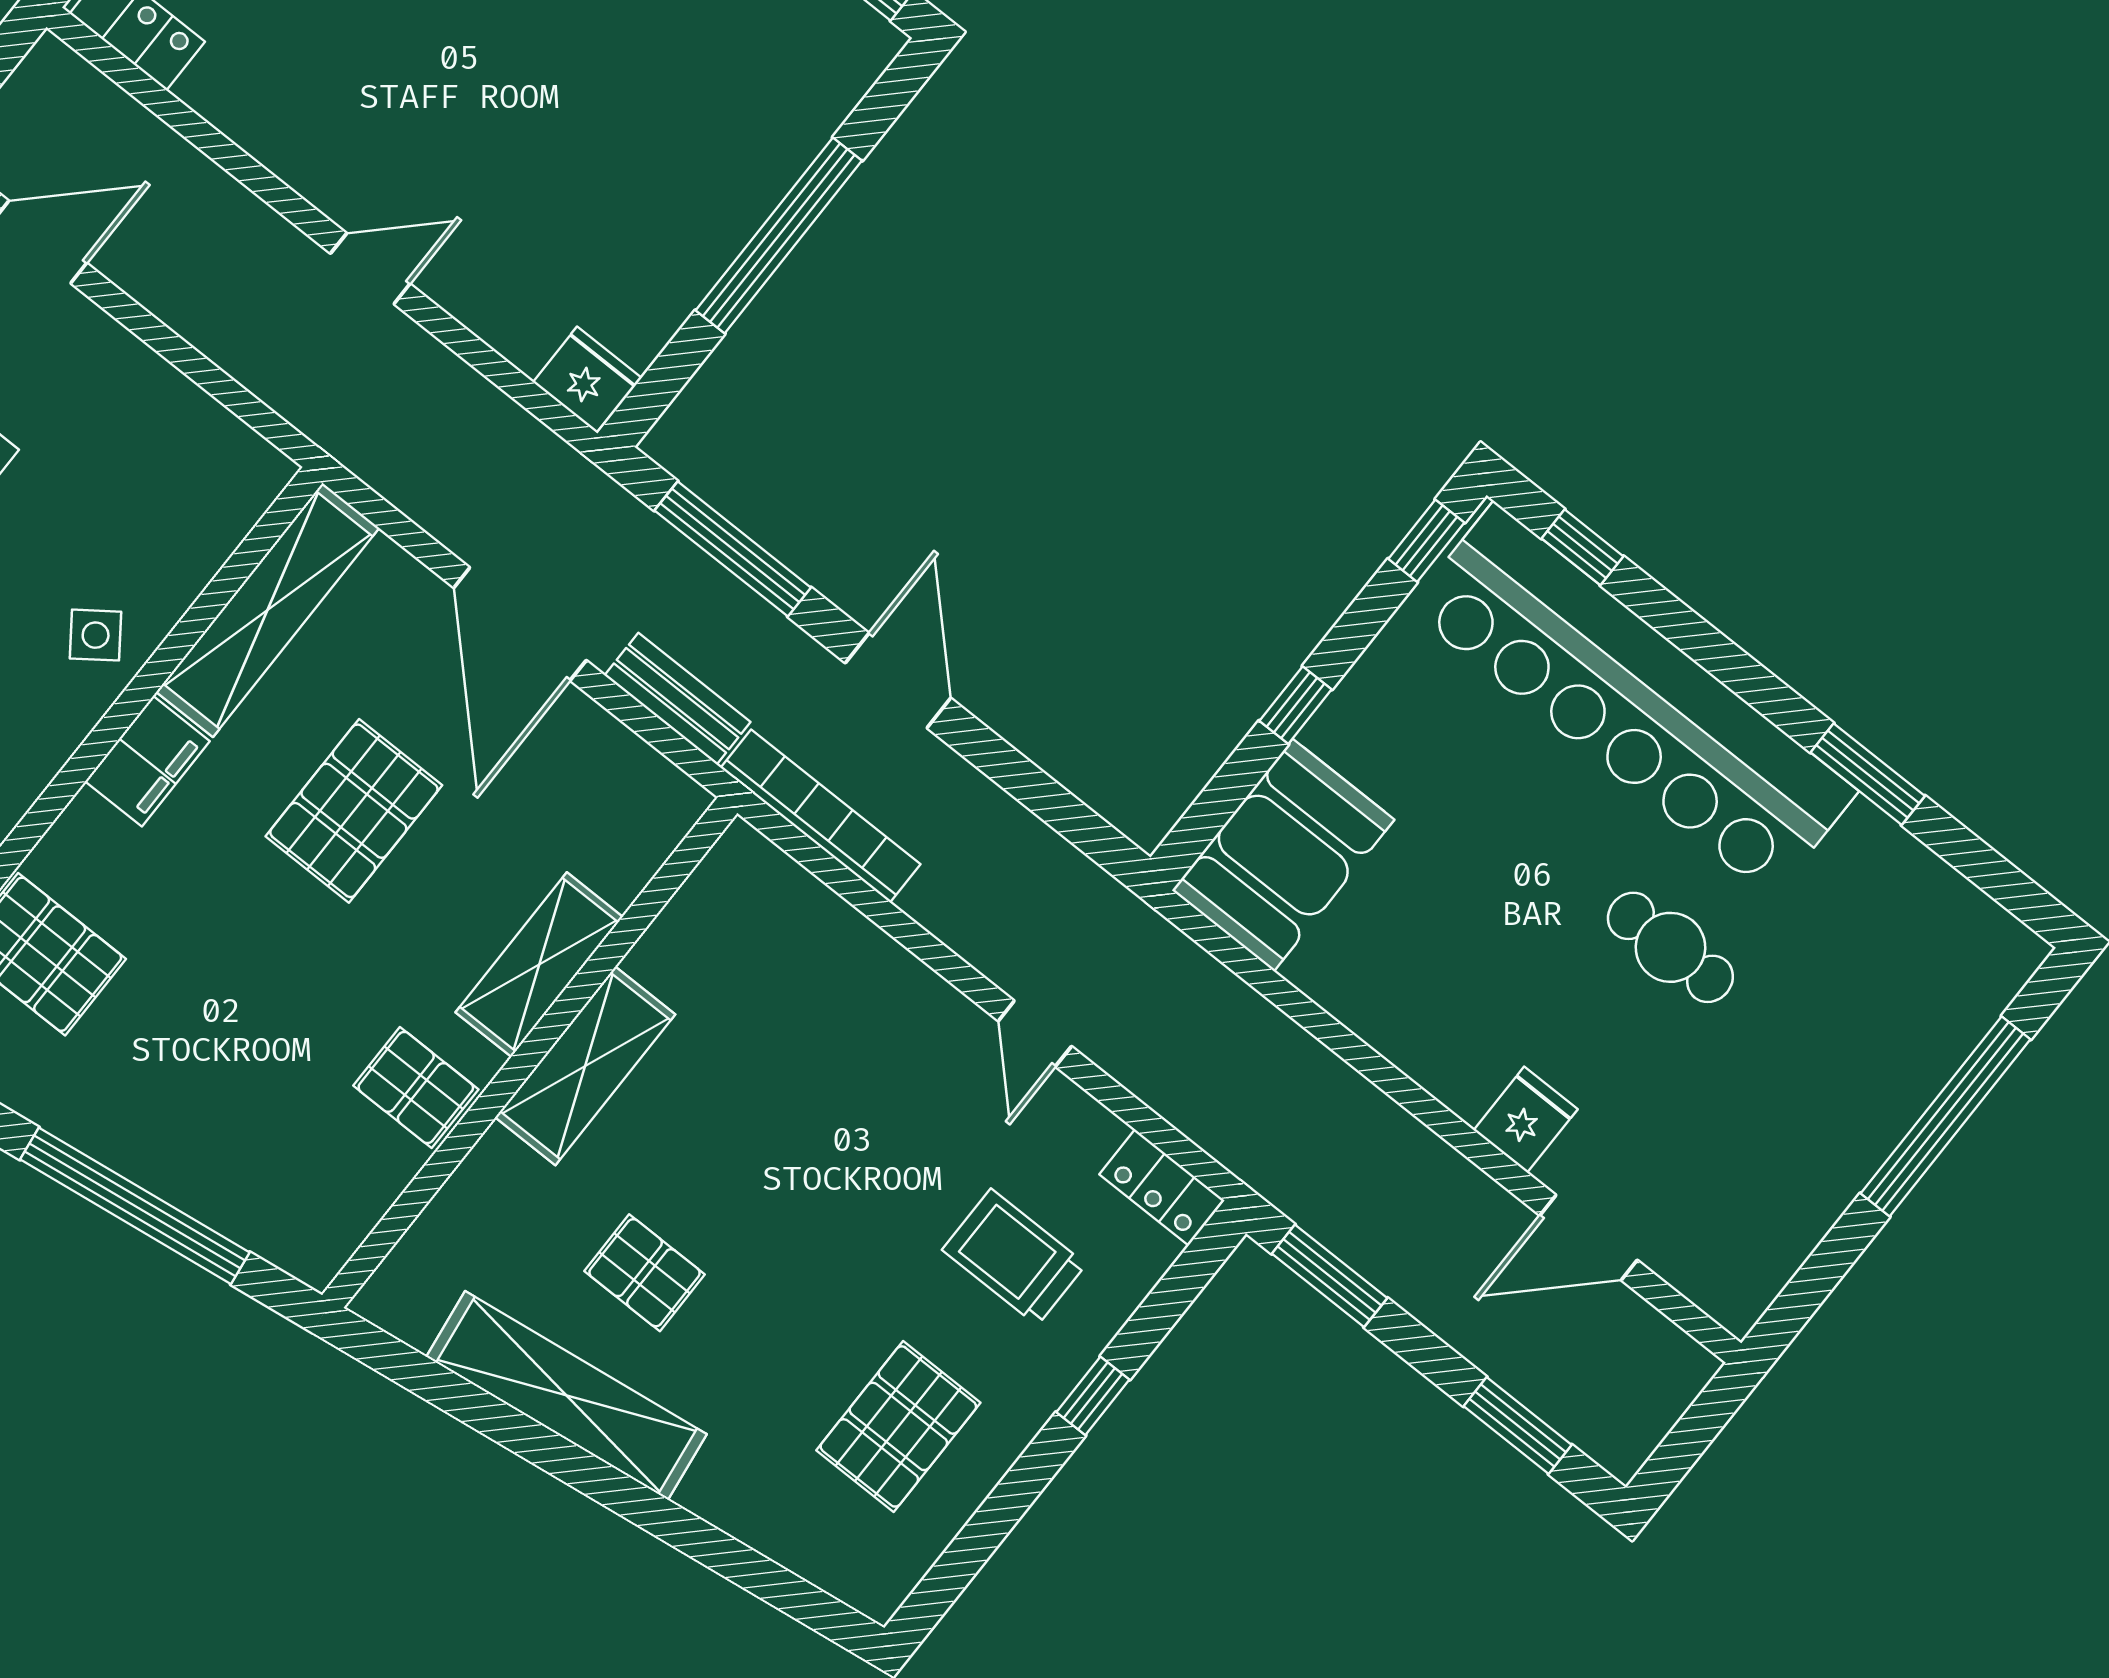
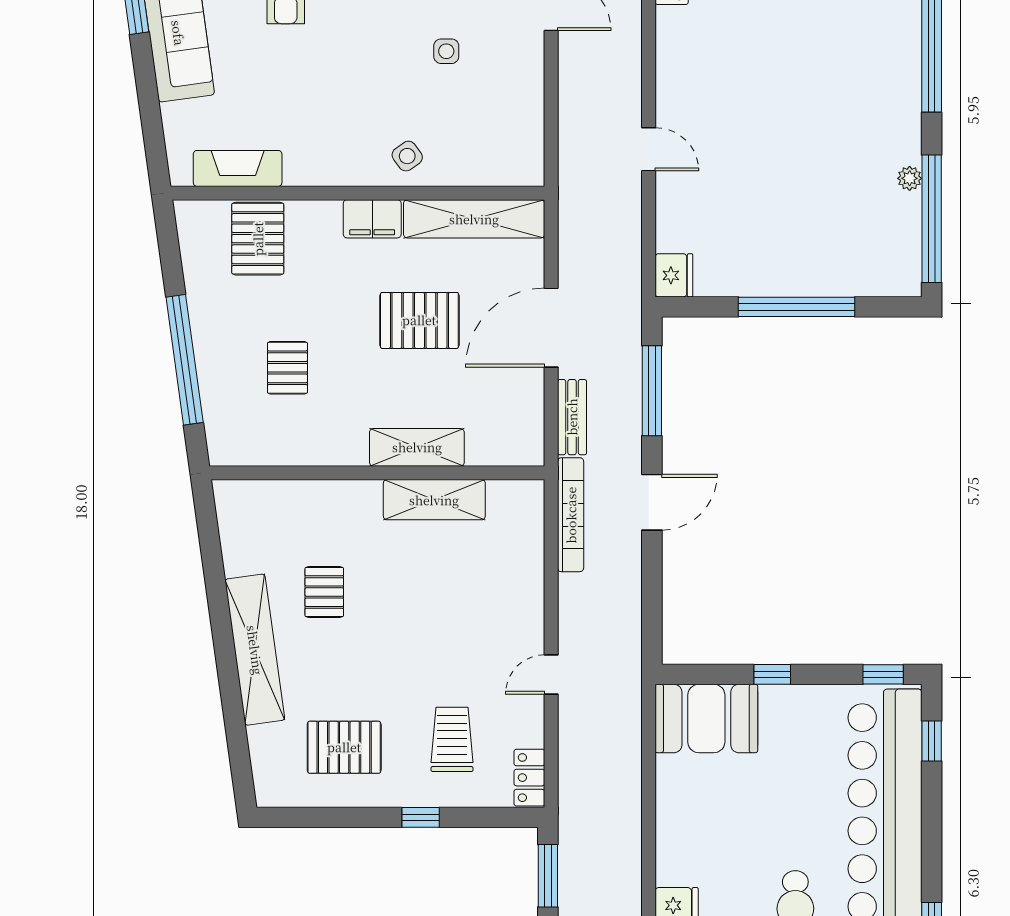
shelving: (585, 1066) -> (434, 500), moved
pallet: (416, 1087) -> (287, 368), moved
shelving: (566, 1395) -> (255, 650), moved

